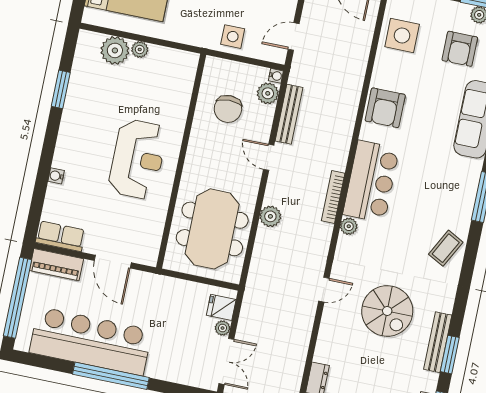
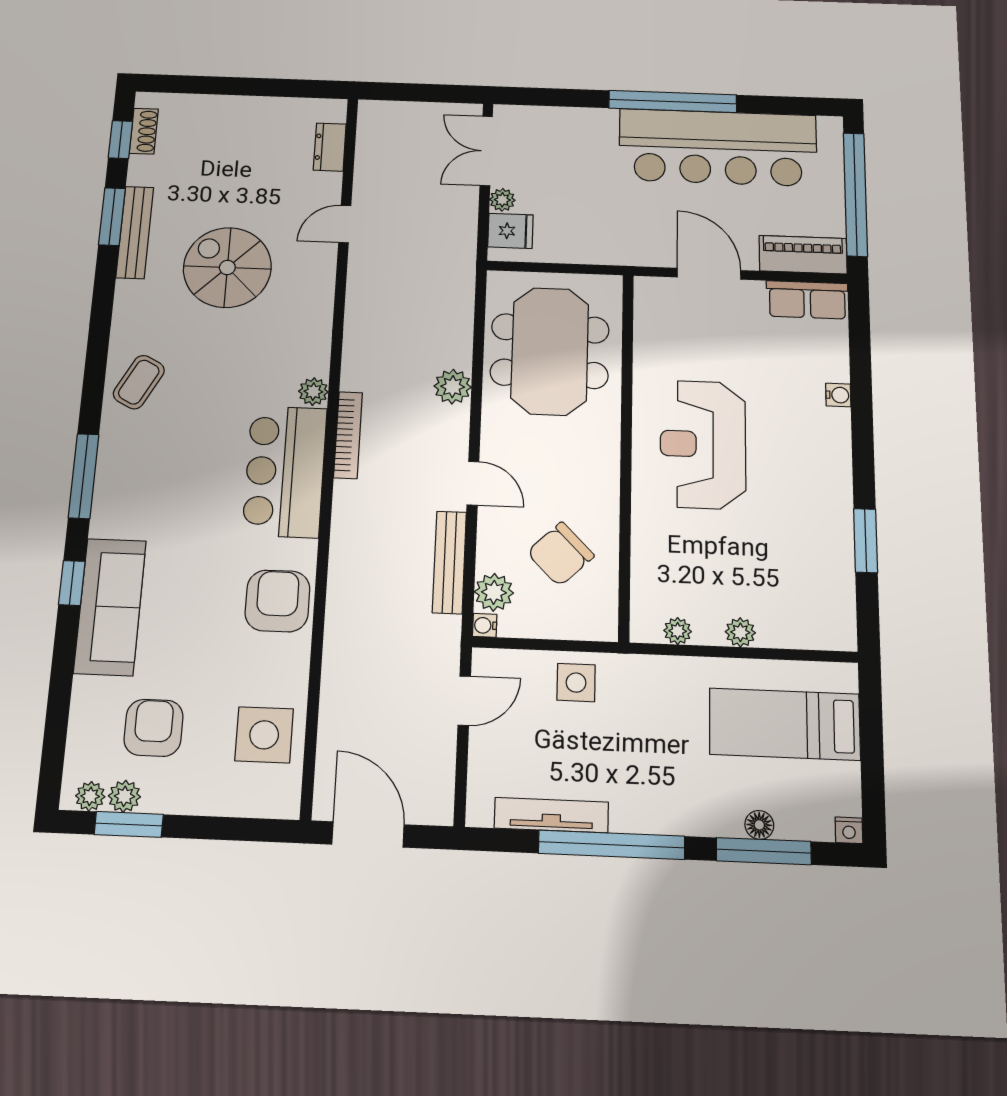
plant: (115, 50) -> (678, 631), moved, width x0.53, depth x0.53
chair: (228, 109) -> (560, 554), turned -134
door: (324, 290) -> (345, 224), moved

